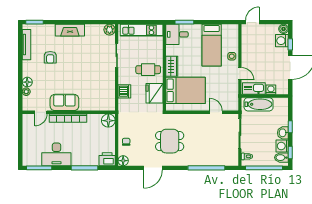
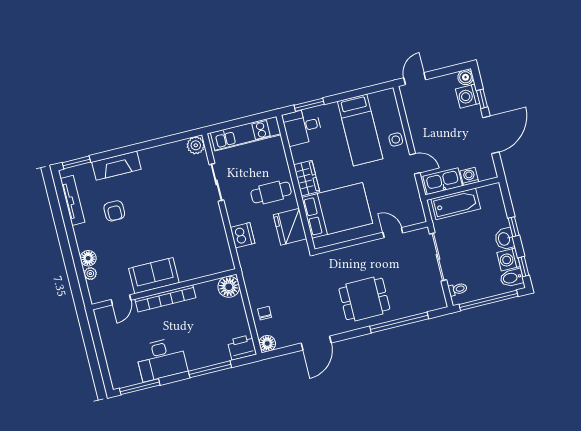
fireplace: (70, 30) -> (116, 166), moved
dining table: (170, 141) -> (364, 299), moved

